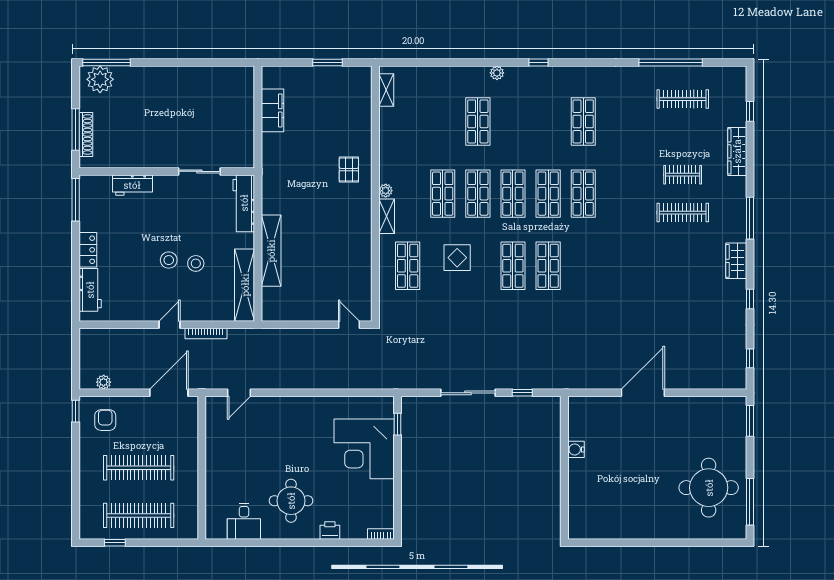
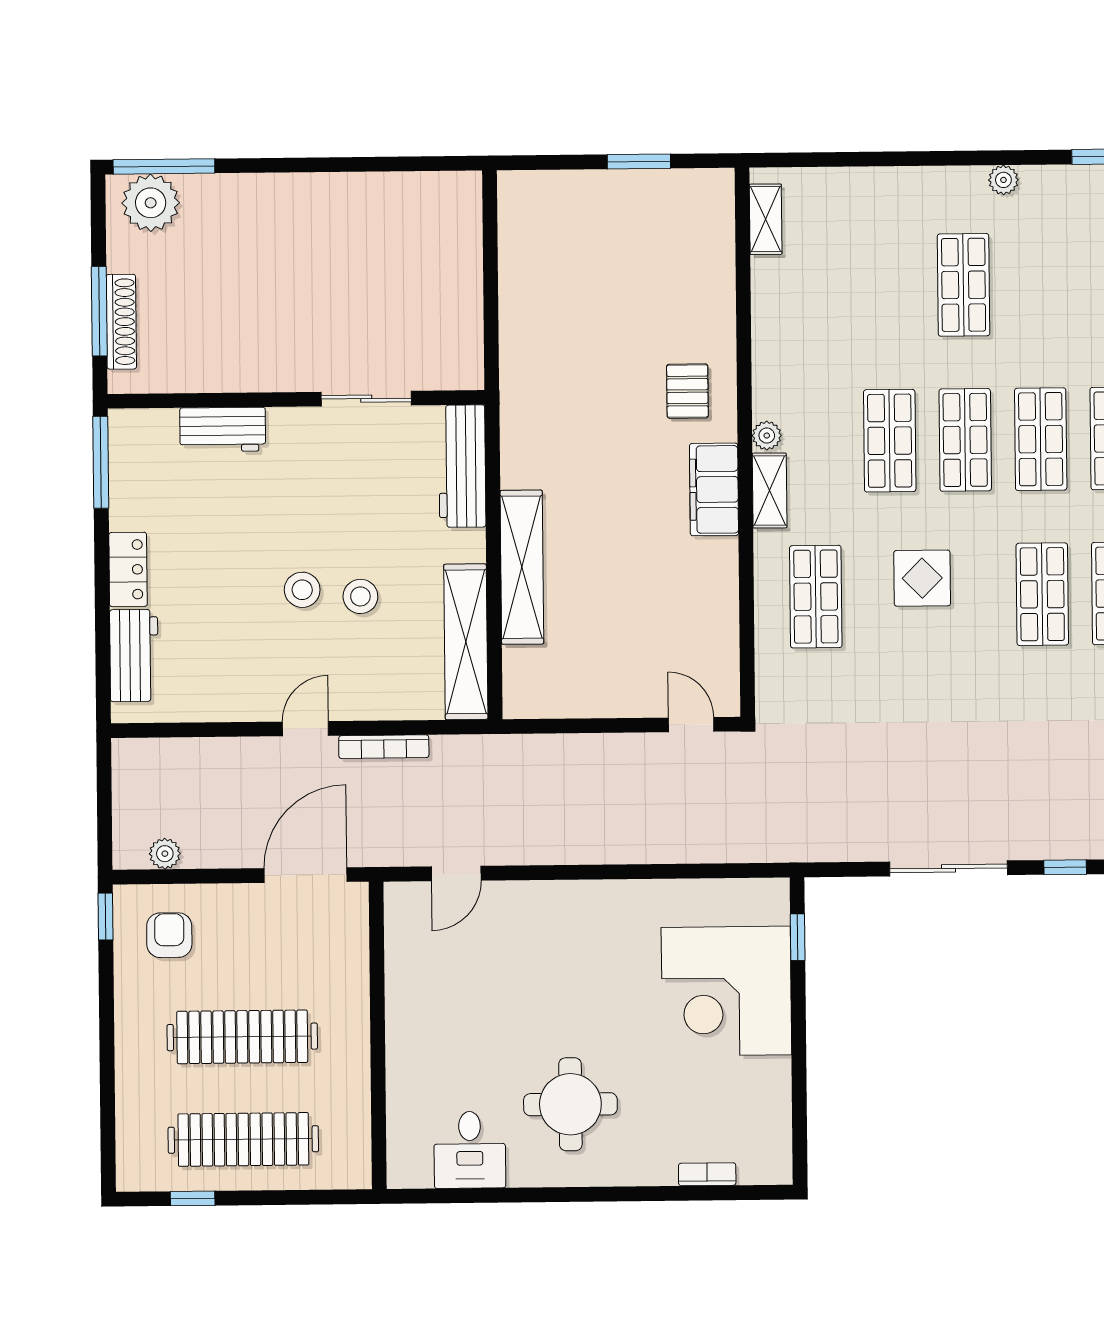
filing cabinet: (272, 110) -> (714, 489), moved, turned 180
printer: (330, 530) -> (655, 1167), removed
bookcase: (381, 534) -> (707, 1174), moved

